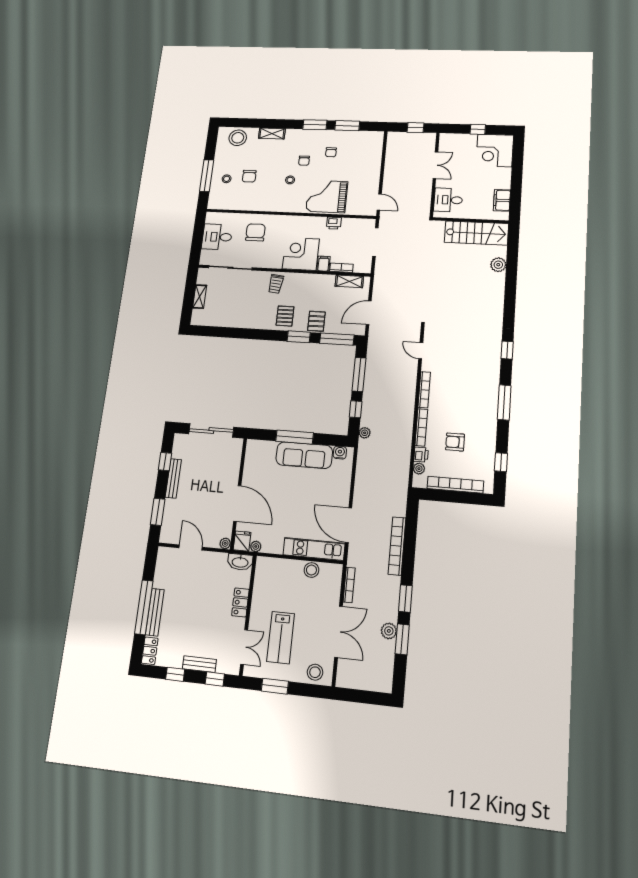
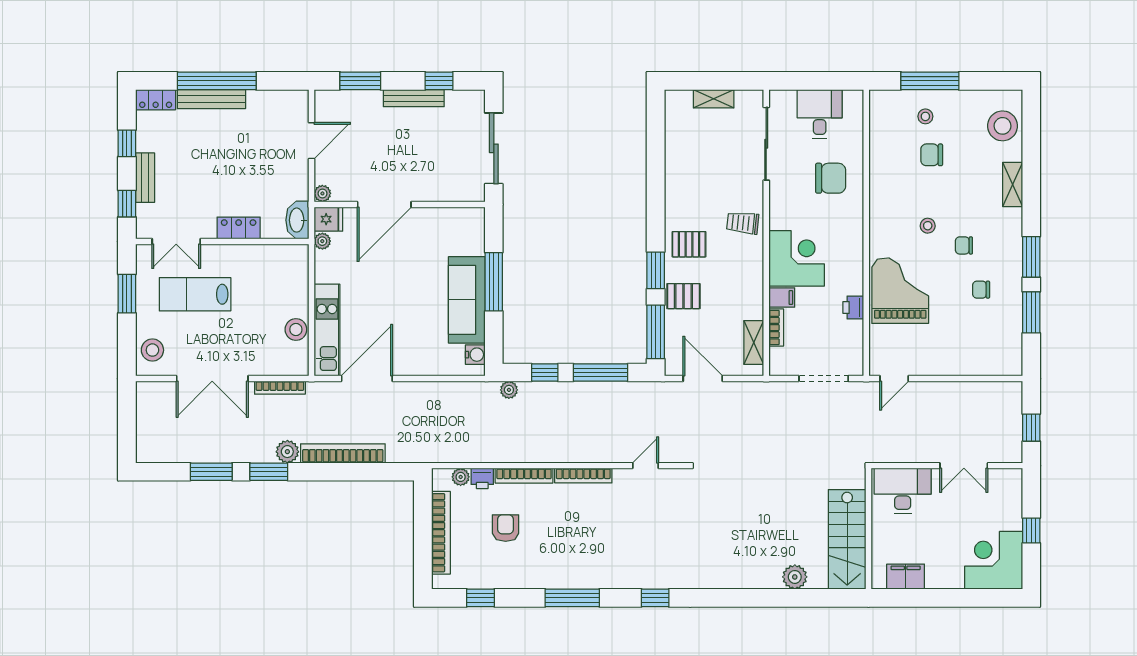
desk: (448, 200) -> (903, 491), width x1.37
plant: (389, 631) -> (287, 452), moved

